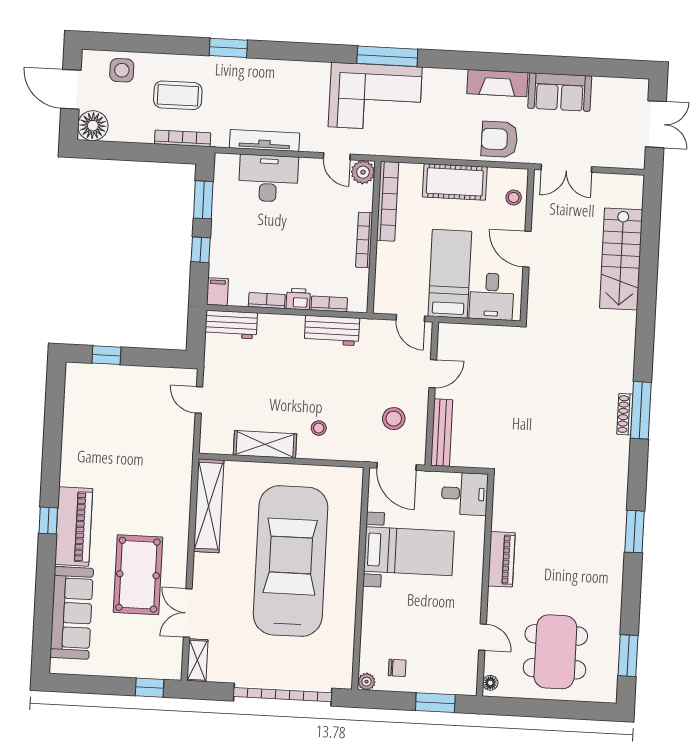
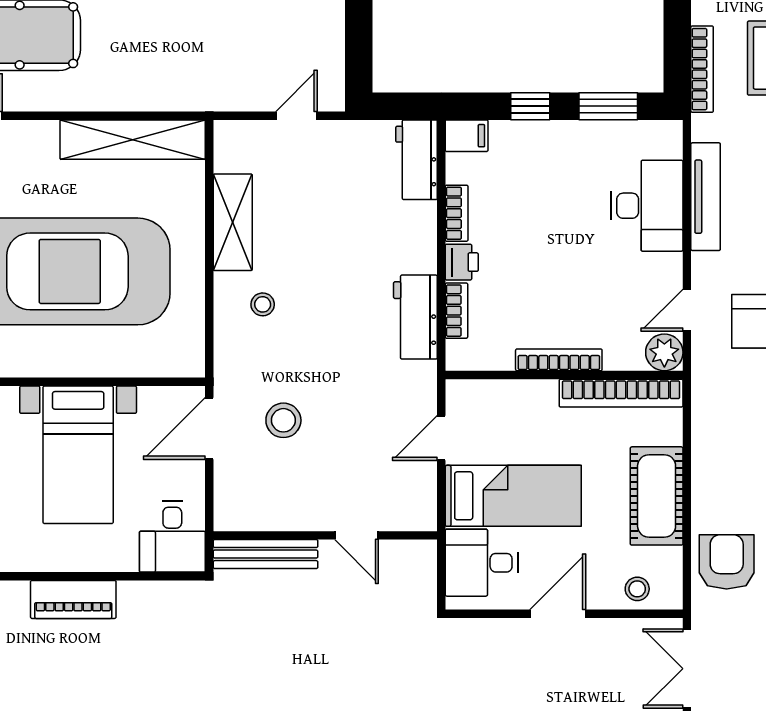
door: (433, 374) -> (356, 535), moved
wall: (432, 394) -> (325, 535), moved
bench: (442, 433) -> (266, 554), moved

